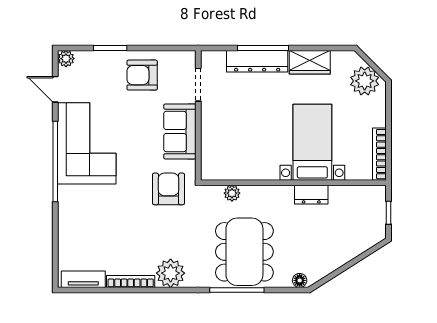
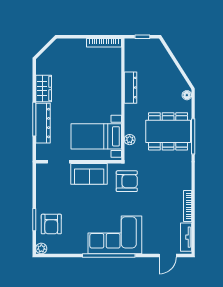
armchair: (142, 75) -> (51, 224), moved
plant: (365, 81) -> (56, 52), removed
door: (55, 89) -> (168, 255), moved
bed with nightstands: (312, 142) -> (96, 136), moved
corner sofa: (87, 143) -> (115, 235), moved
armchair: (169, 189) -> (127, 181), turned 180
dresser: (311, 195) -> (131, 88), width x1.44
plant: (171, 273) -> (182, 180), removed

